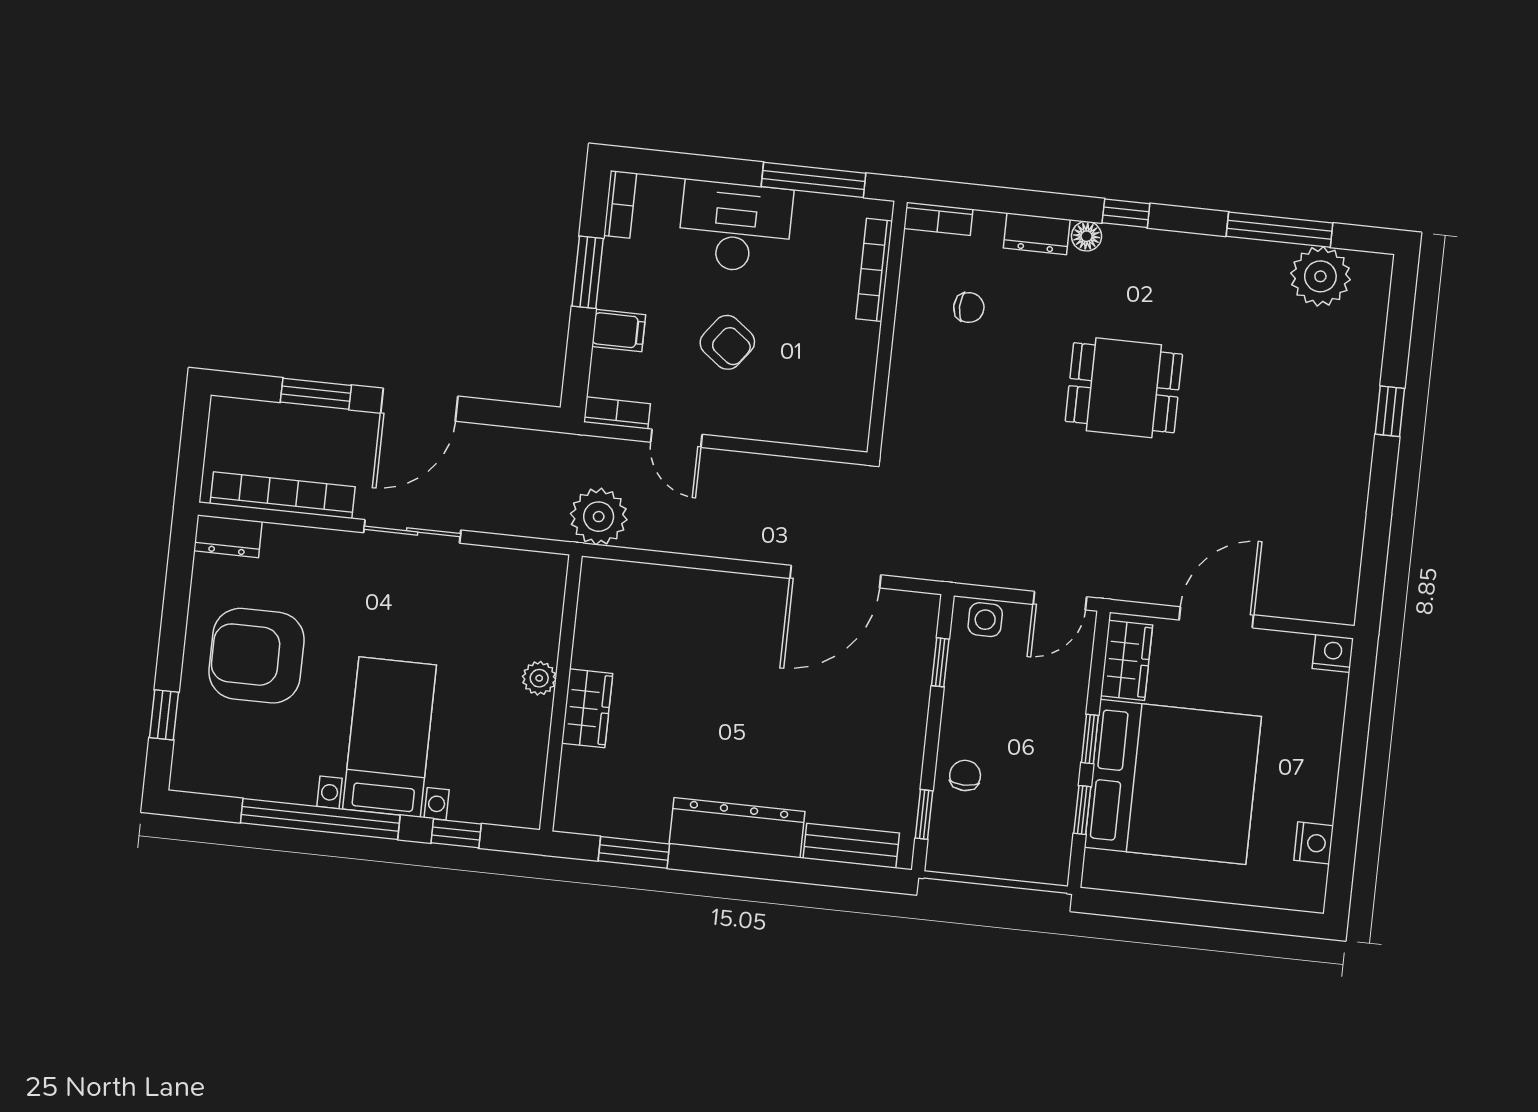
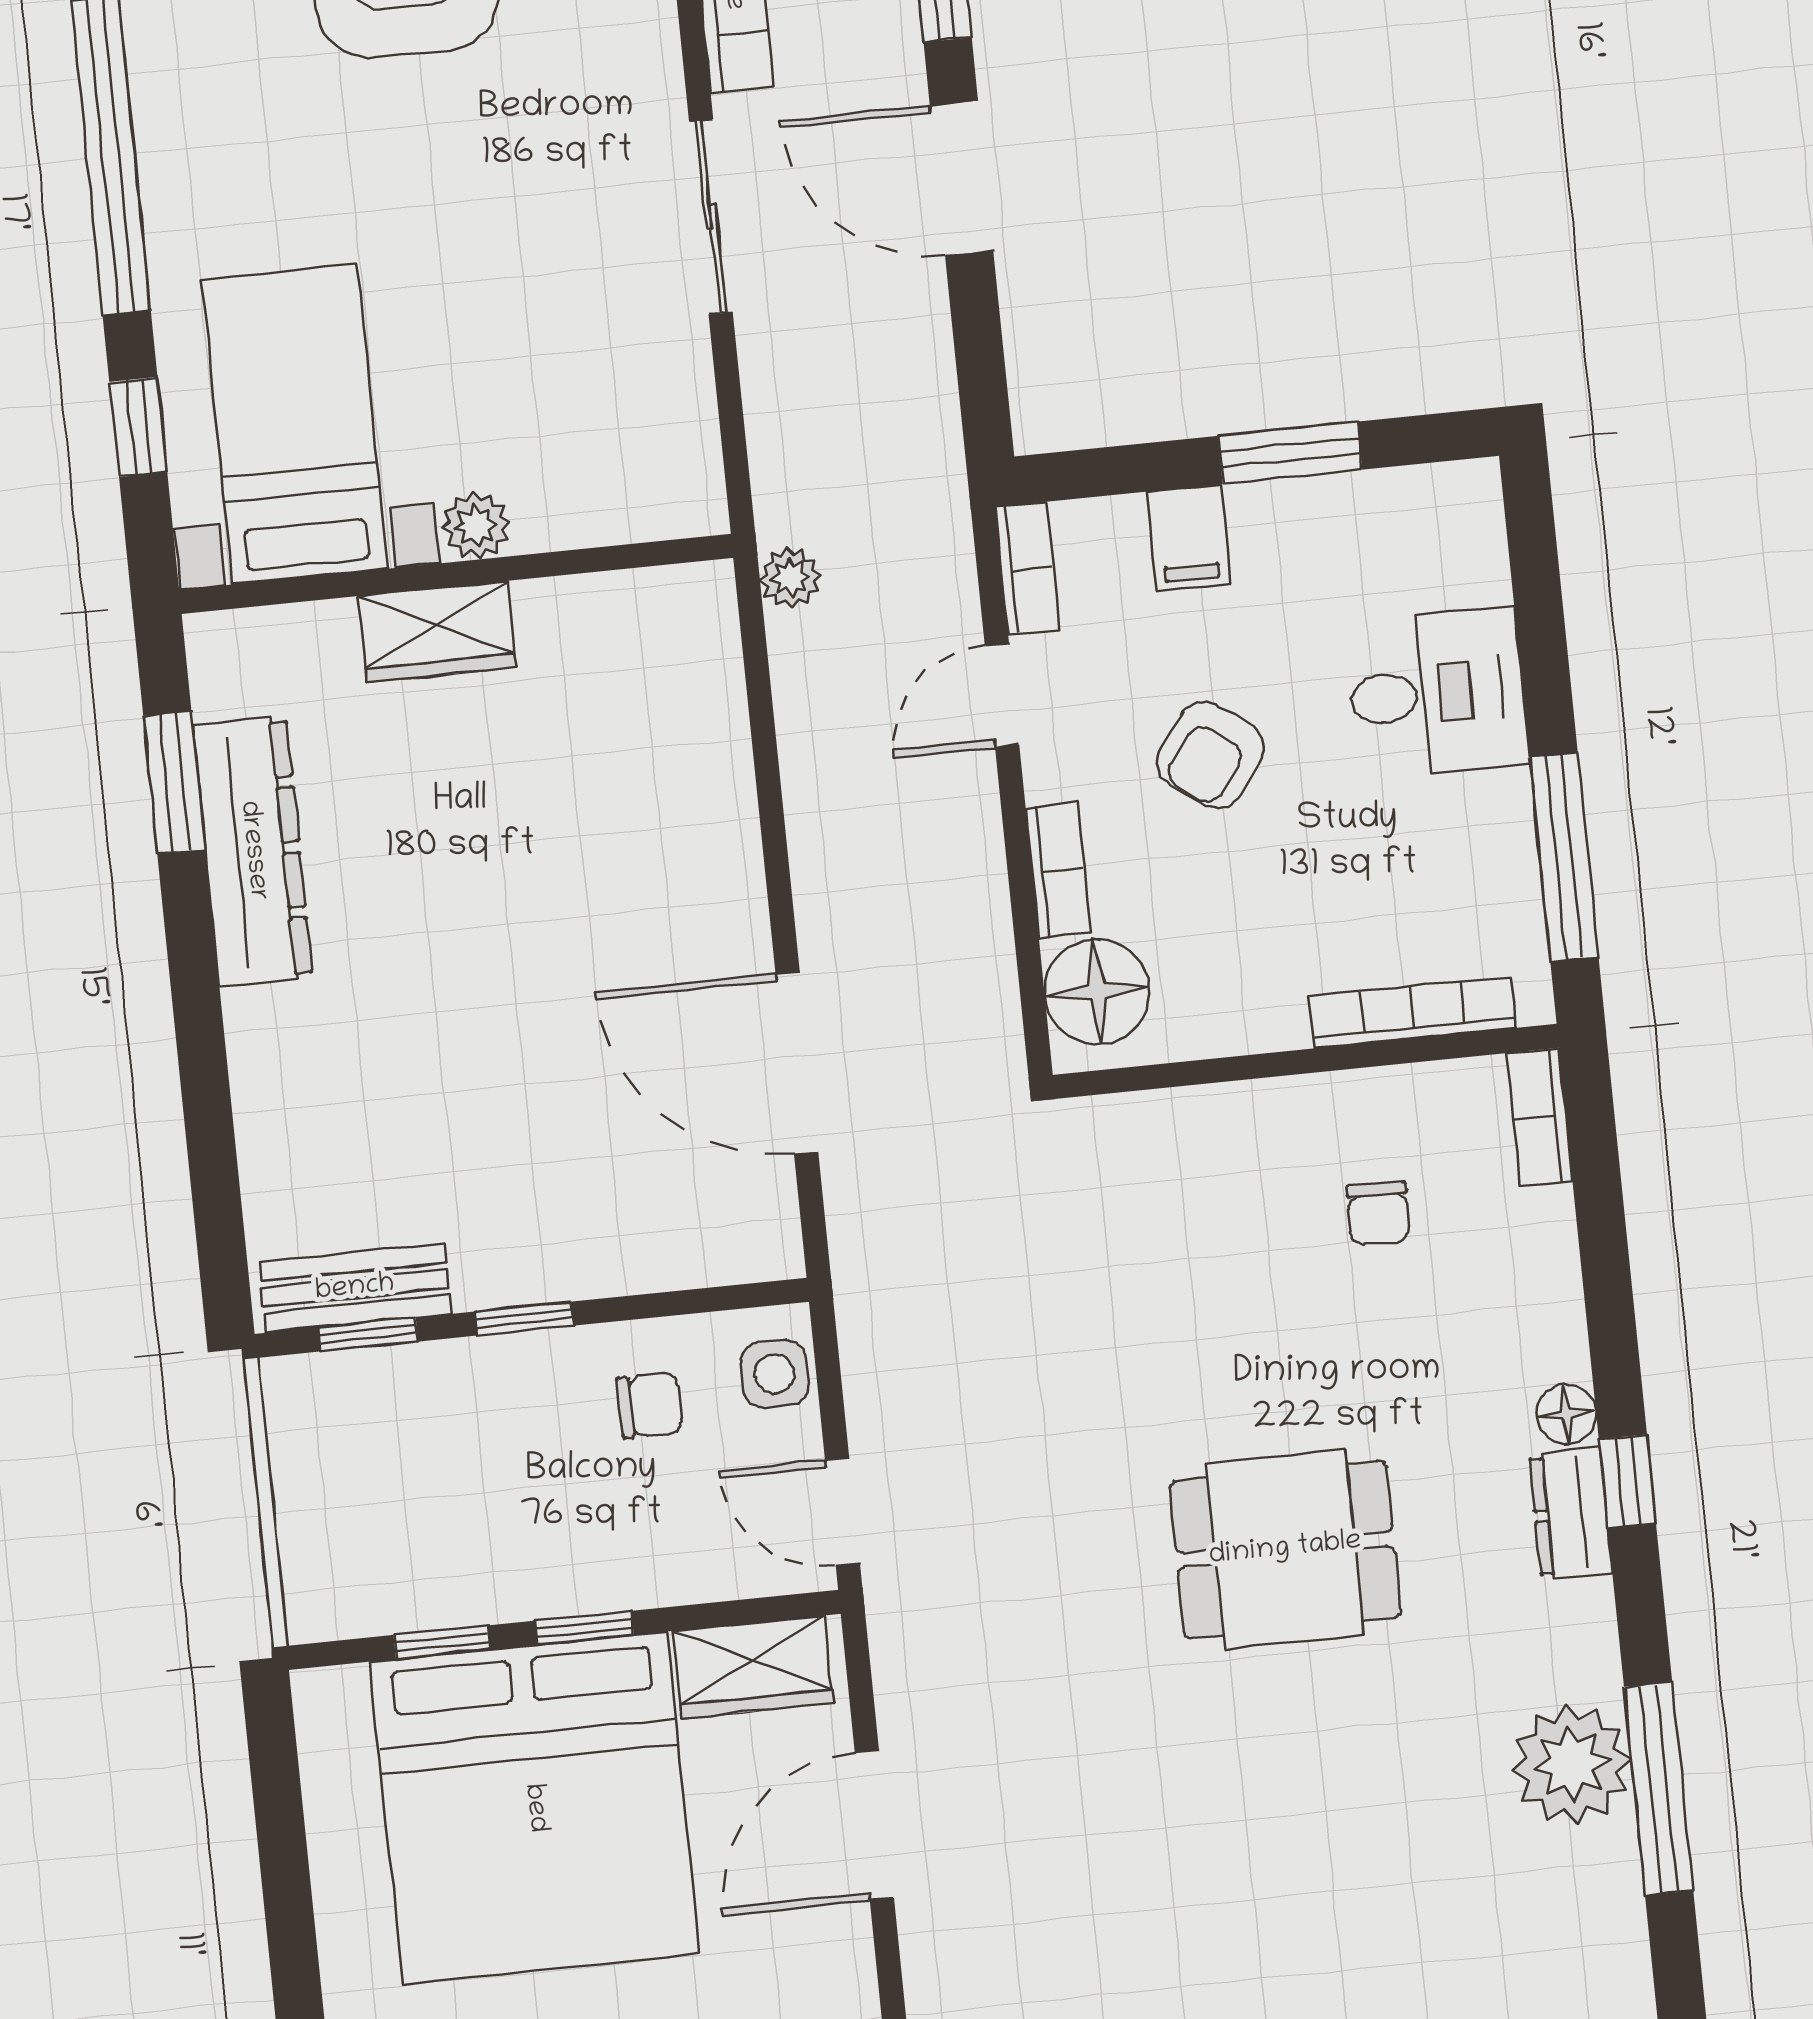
bookcase: (620, 204) -> (1058, 870), moved, turned -90
desk: (735, 227) -> (1437, 693), width x0.73
dresser: (1037, 234) -> (1571, 1514), moved
plant: (1320, 276) -> (1572, 1764), moved
dining table: (1124, 388) -> (1285, 1549), turned 90
floor lamp: (831, 422) -> (1097, 992), added
plant: (599, 517) -> (790, 578), width x0.53, depth x0.53
door: (1216, 617) -> (874, 1825), swing flipped
window: (940, 662) -> (525, 1319), moved
bed with nightstands: (390, 737) -> (295, 424), moved, turned -90
chair: (965, 776) -> (650, 1405), moved
dresser: (737, 828) -> (253, 851), moved
bench: (851, 846) -> (355, 1288), moved, turned 90

